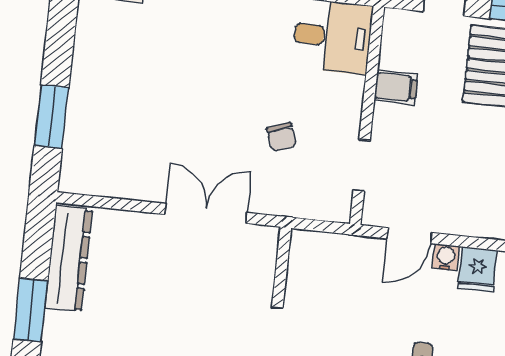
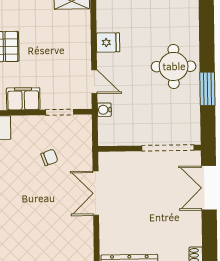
filing cabinet: (396, 87) -> (23, 99), width x2.00
water cooler: (446, 257) -> (104, 110), moved

